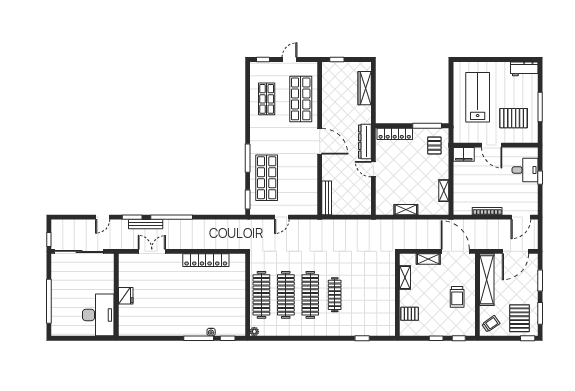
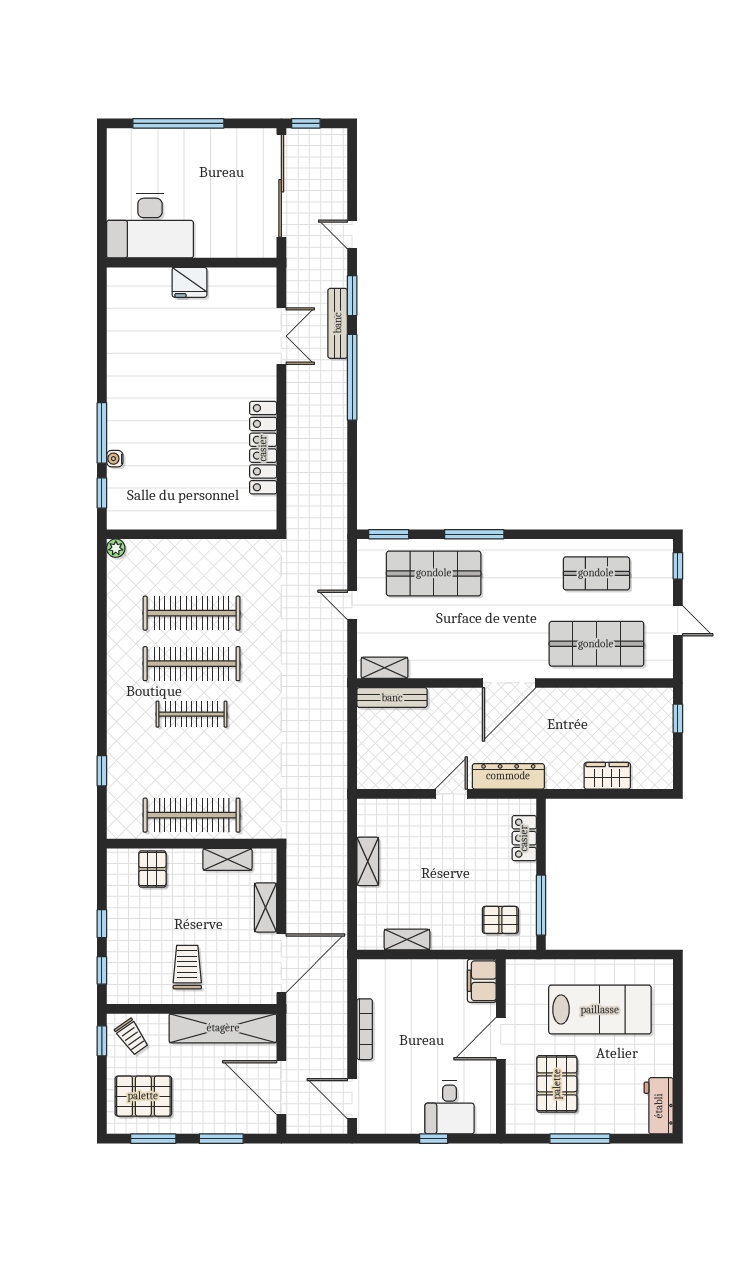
wardrobe: (365, 88) -> (607, 776), width x0.67
locker: (395, 134) -> (524, 838), width x0.66
shelving: (312, 201) -> (385, 668), added
clothes rail: (261, 295) -> (192, 815), moved
trolley: (457, 297) -> (187, 967), turned 90
window: (528, 338) -> (102, 1041), moved

